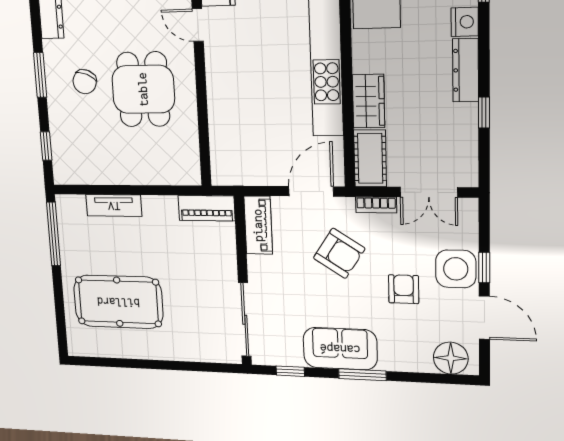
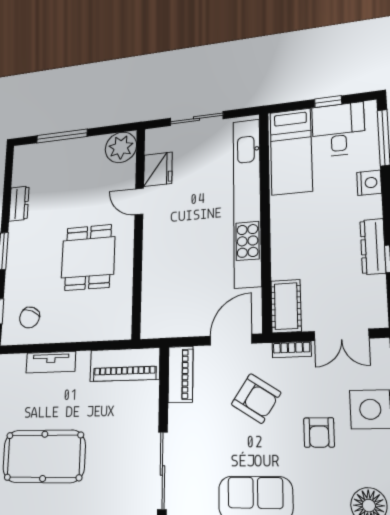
dresser: (466, 70) -> (373, 247), moved
chair: (85, 82) -> (29, 317), moved
wardrobe: (368, 101) -> (285, 255), removed
piano: (207, 208) -> (125, 365), width x1.37, depth x1.33
armchair: (404, 289) -> (319, 432), turned 180

